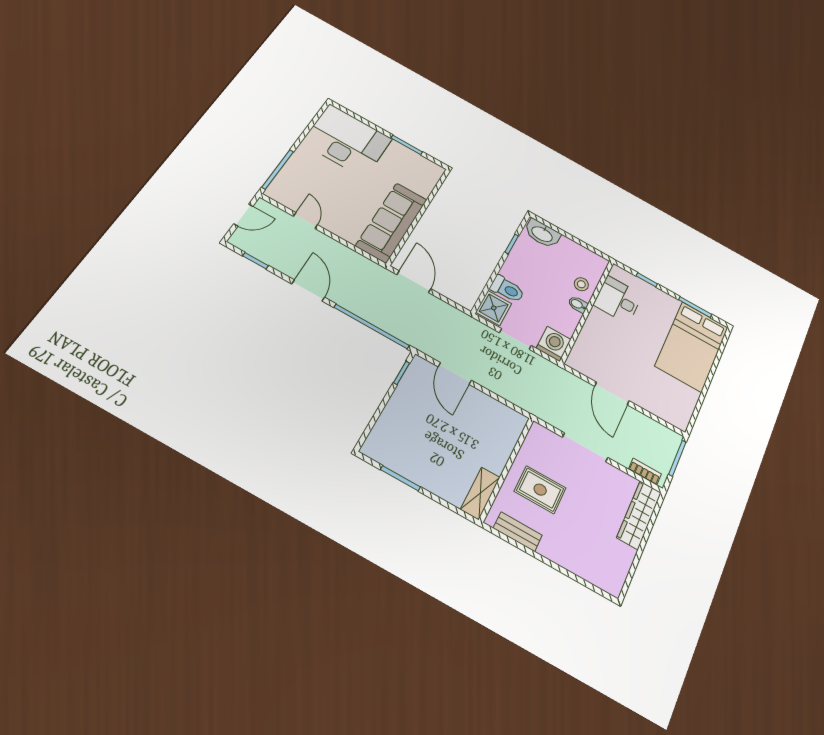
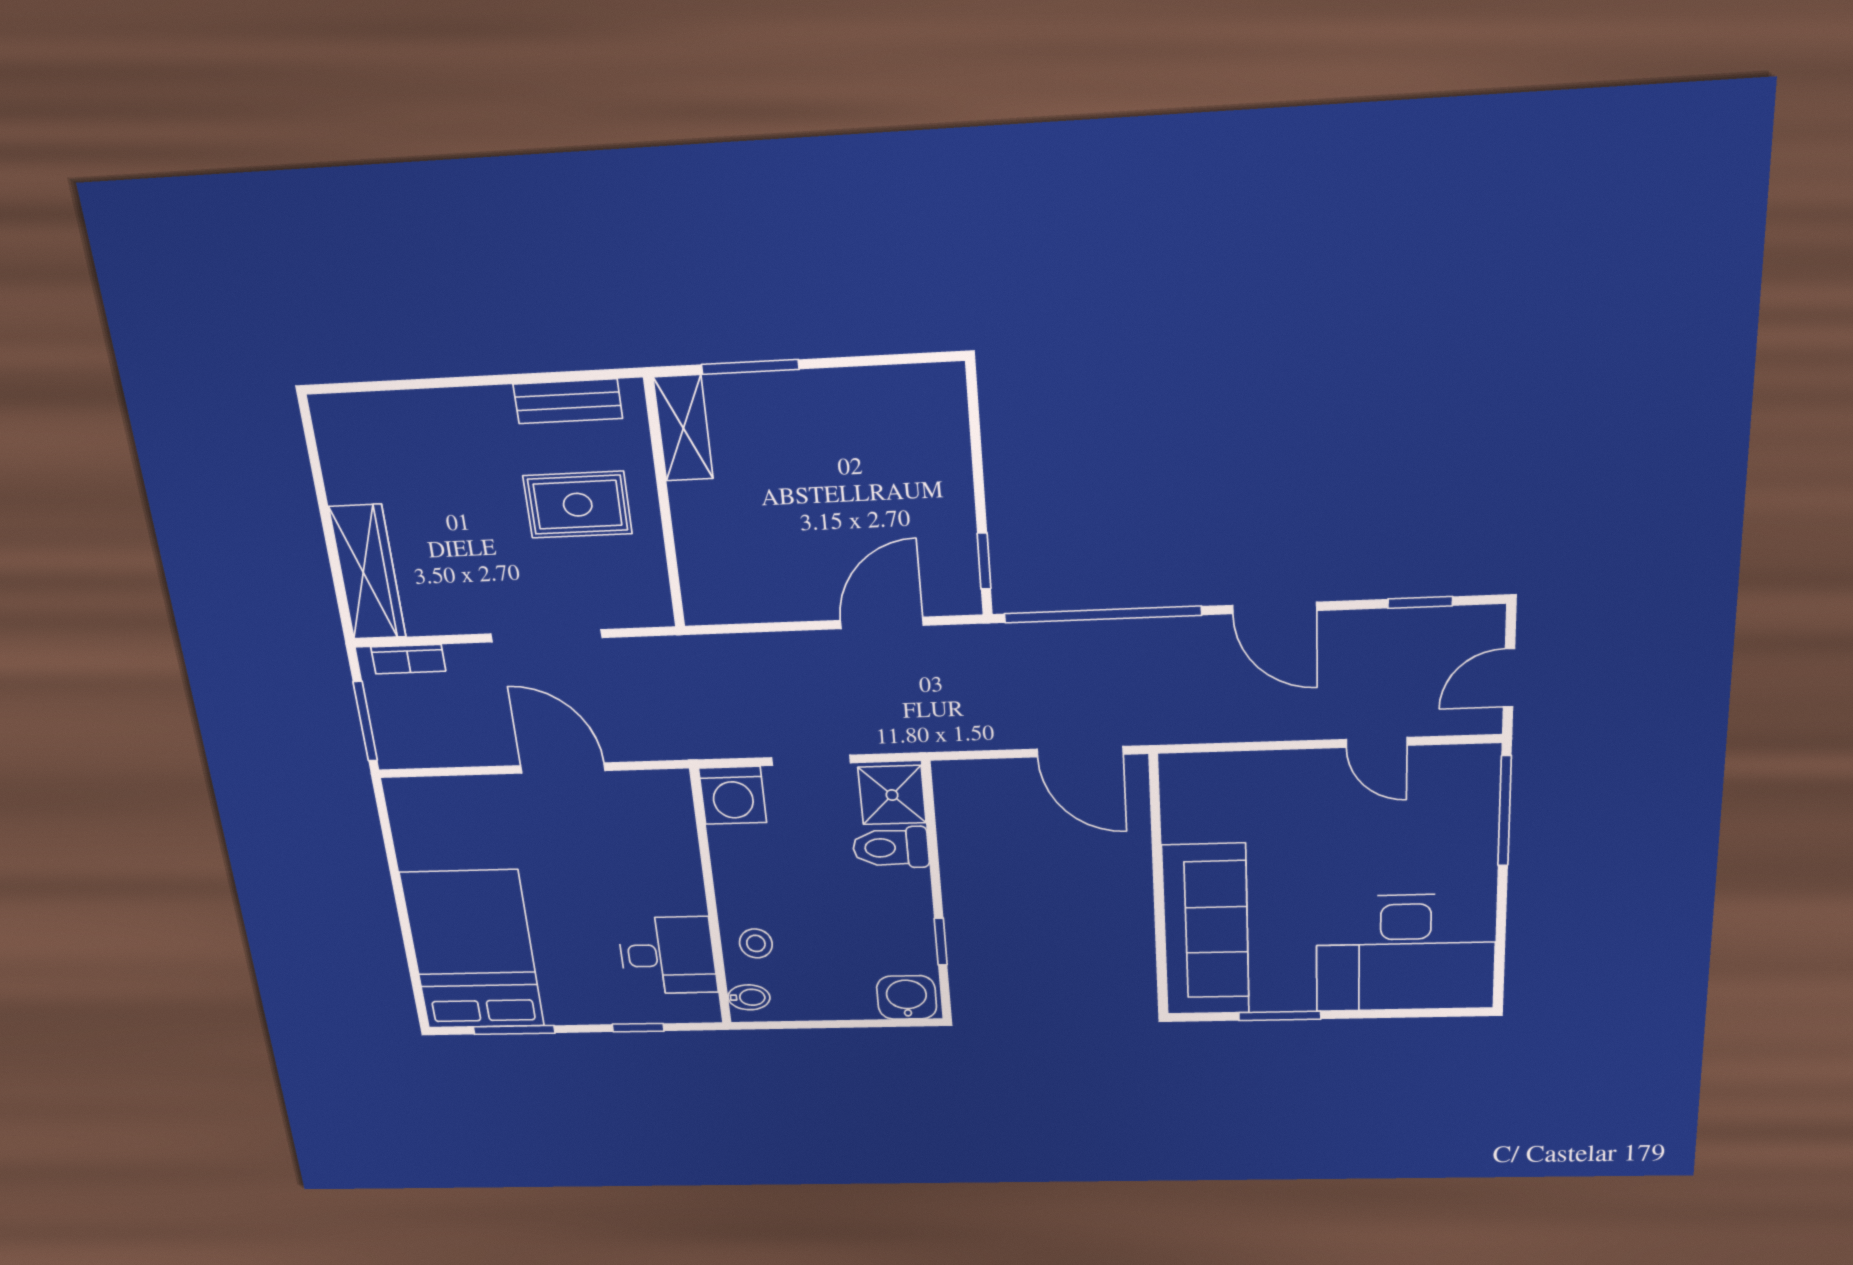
sofa: (392, 223) -> (1206, 930), moved
washbasin: (542, 234) -> (907, 997), width x0.72
bidet: (578, 304) -> (749, 997), moved
door: (455, 373) -> (882, 623), hinge flipped
window: (400, 478) -> (750, 367), moved

